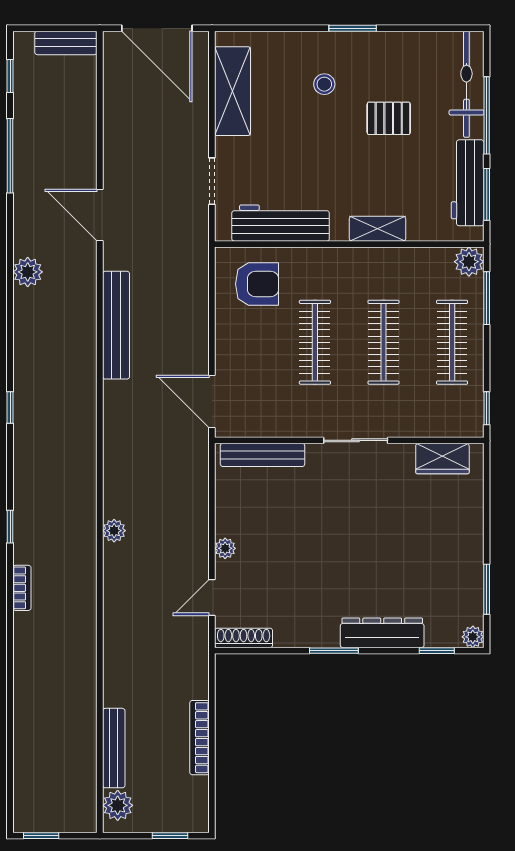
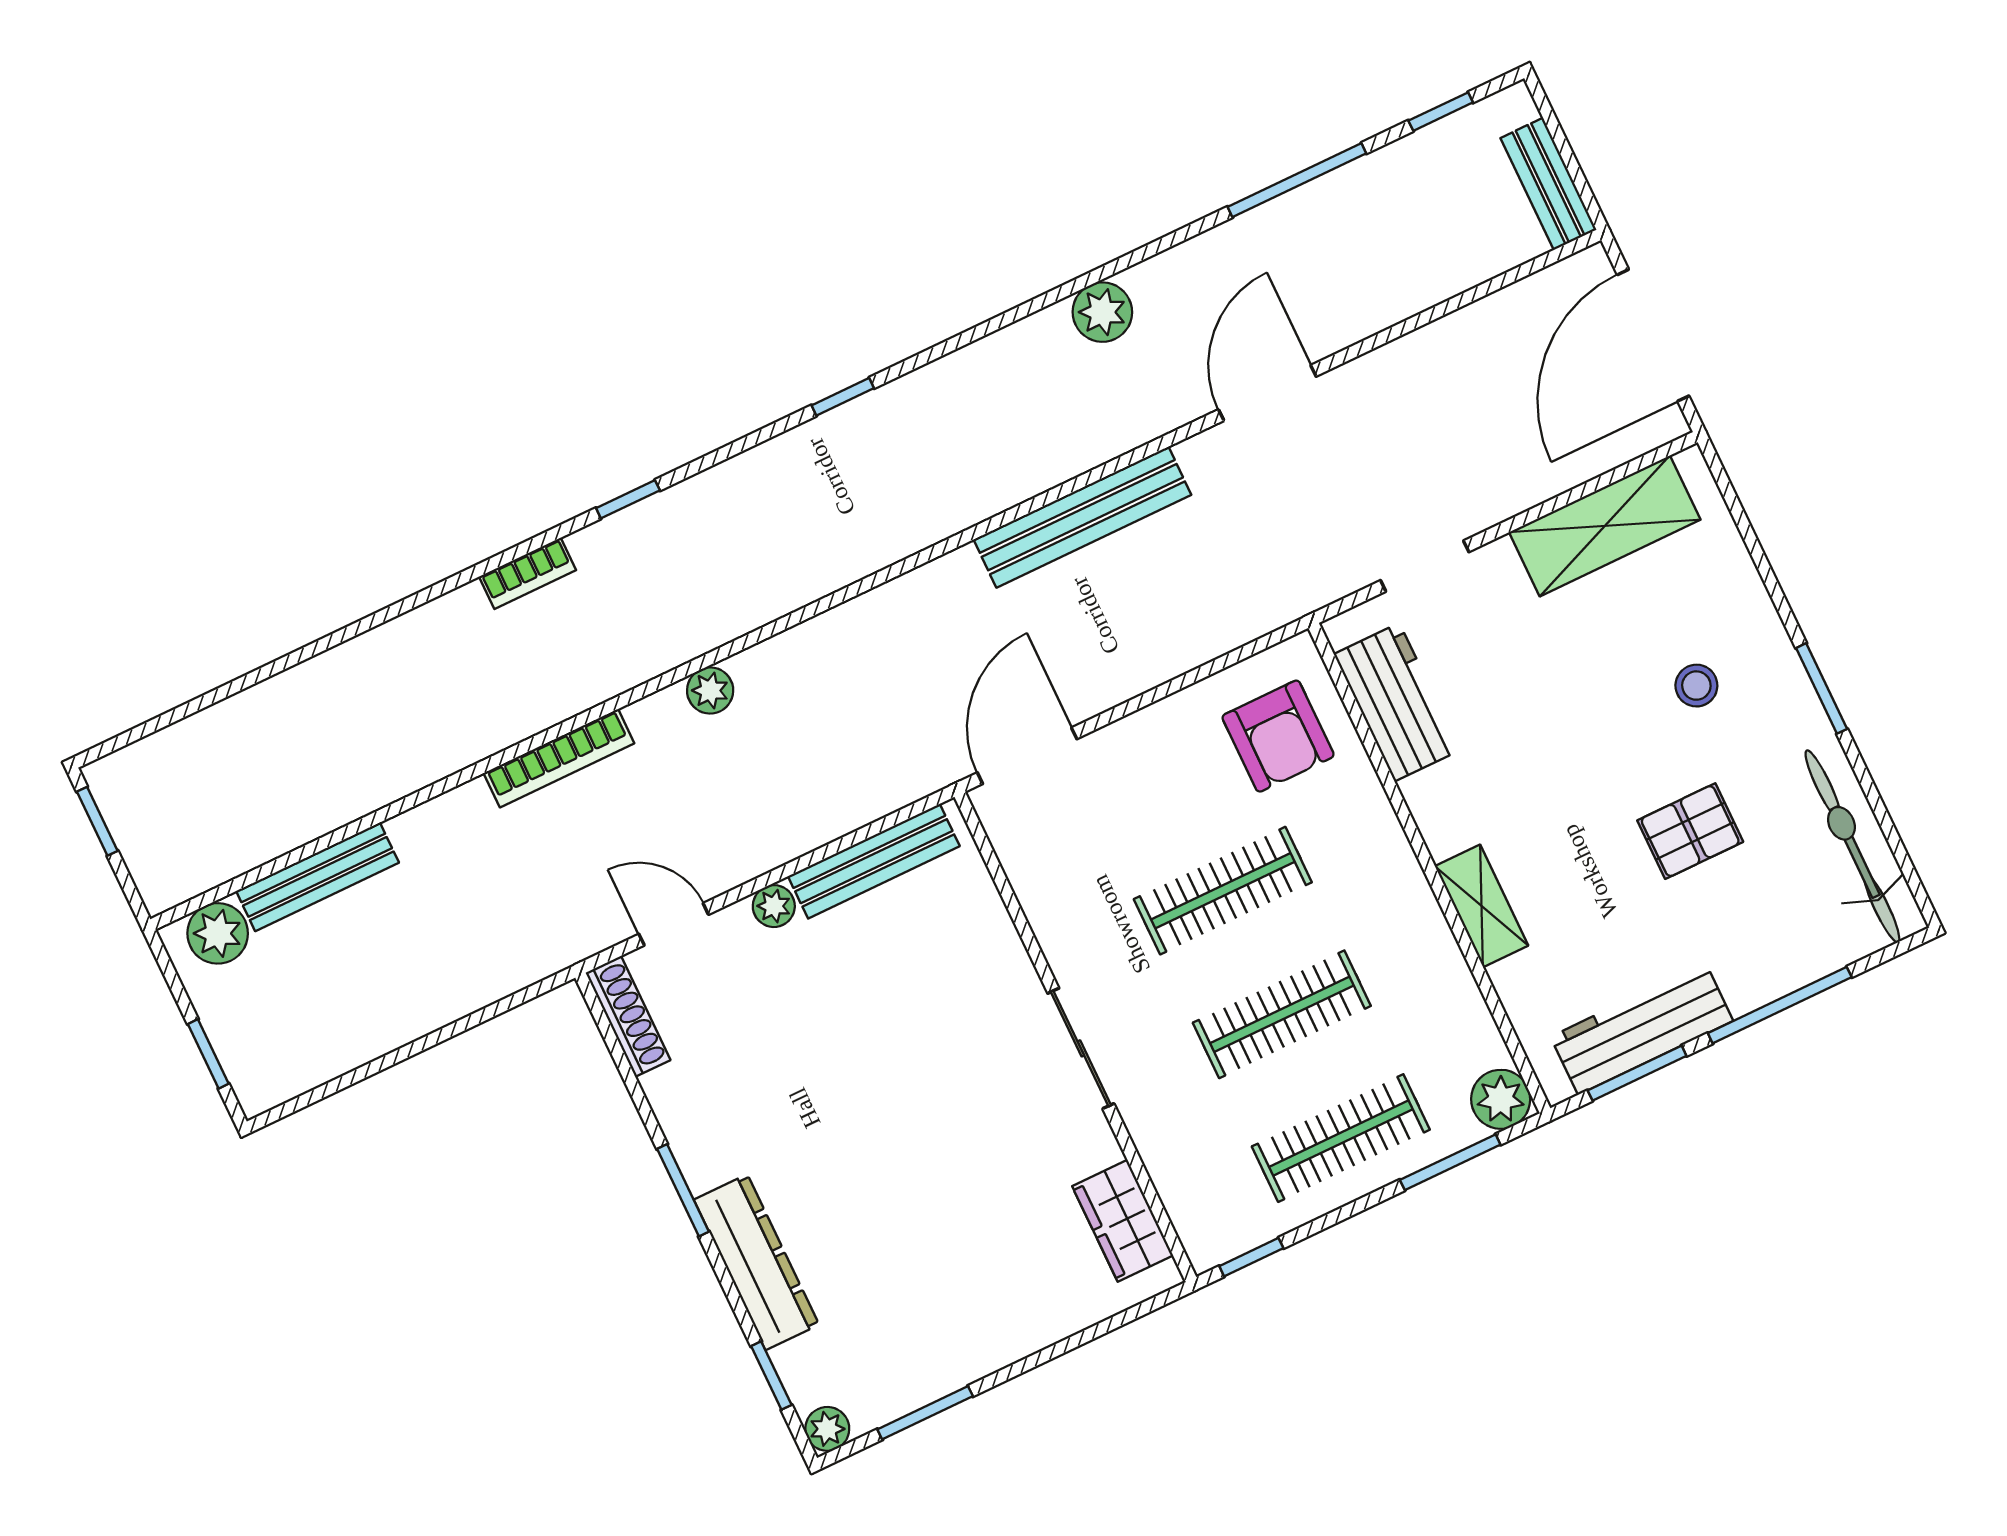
bicycle: (466, 84) -> (1852, 846), moved, turned -90
pallet: (389, 118) -> (1690, 831), turned 90
workbench: (281, 223) -> (1397, 702), width x0.73
bench: (263, 455) -> (874, 861), moved, turned 90
bookcase: (199, 738) -> (559, 758), moved, turned 180

